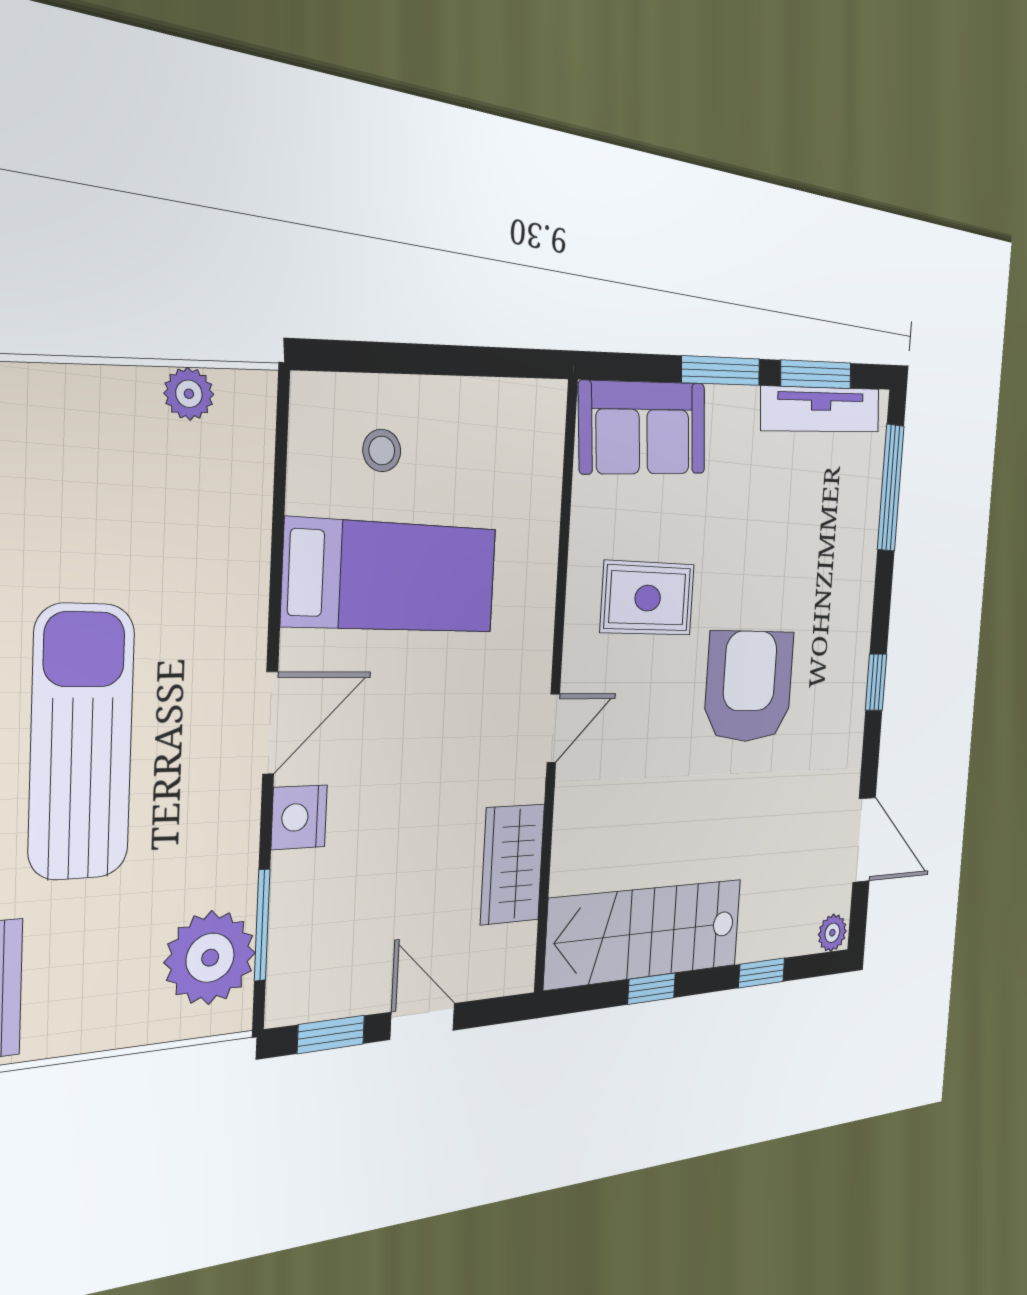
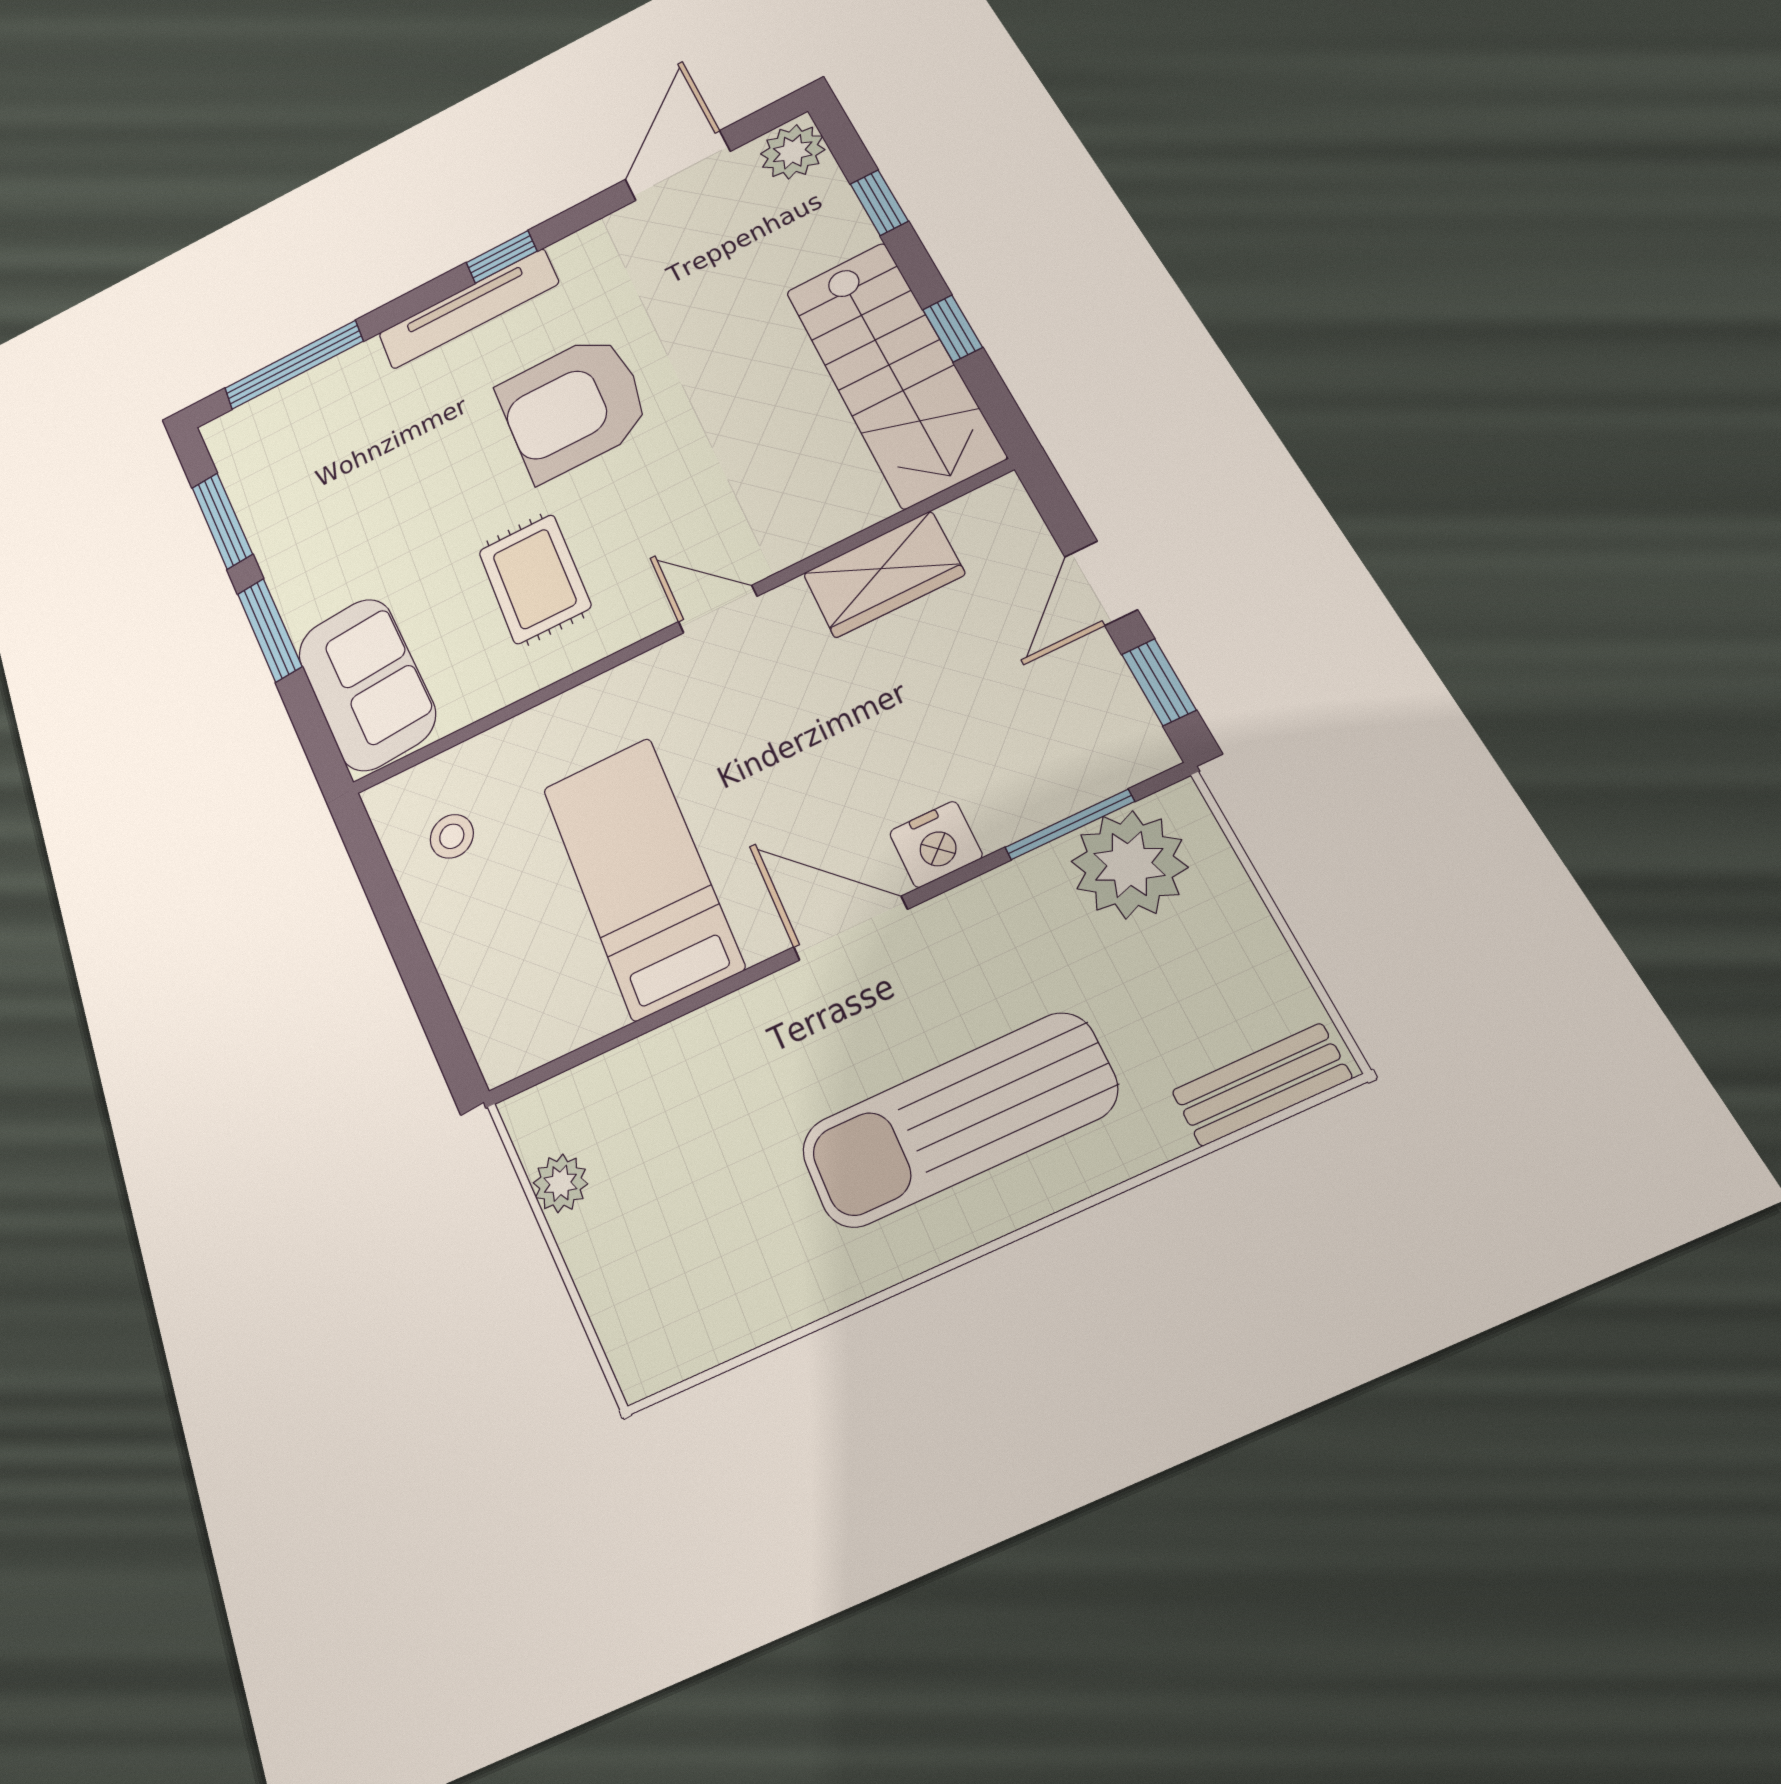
tv unit: (821, 409) -> (468, 309), moved, turned 95
stool: (382, 450) -> (452, 836), moved
plant: (832, 933) -> (793, 152), width x1.38, depth x1.38

